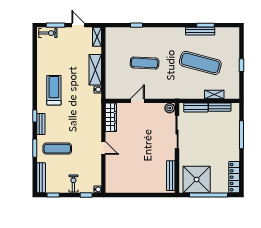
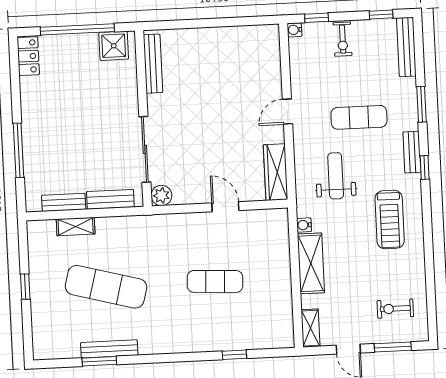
exercise bike: (48, 33) -> (395, 309), moved
door: (137, 101) -> (225, 207), swing flipped
weight bench: (80, 114) -> (336, 176), added
door: (103, 148) -> (287, 111), hinge flipped
exercise mat: (57, 149) -> (359, 117), moved
locker: (234, 177) -> (28, 56), width x0.66
shower: (197, 179) -> (114, 46), width x0.54, depth x0.54

